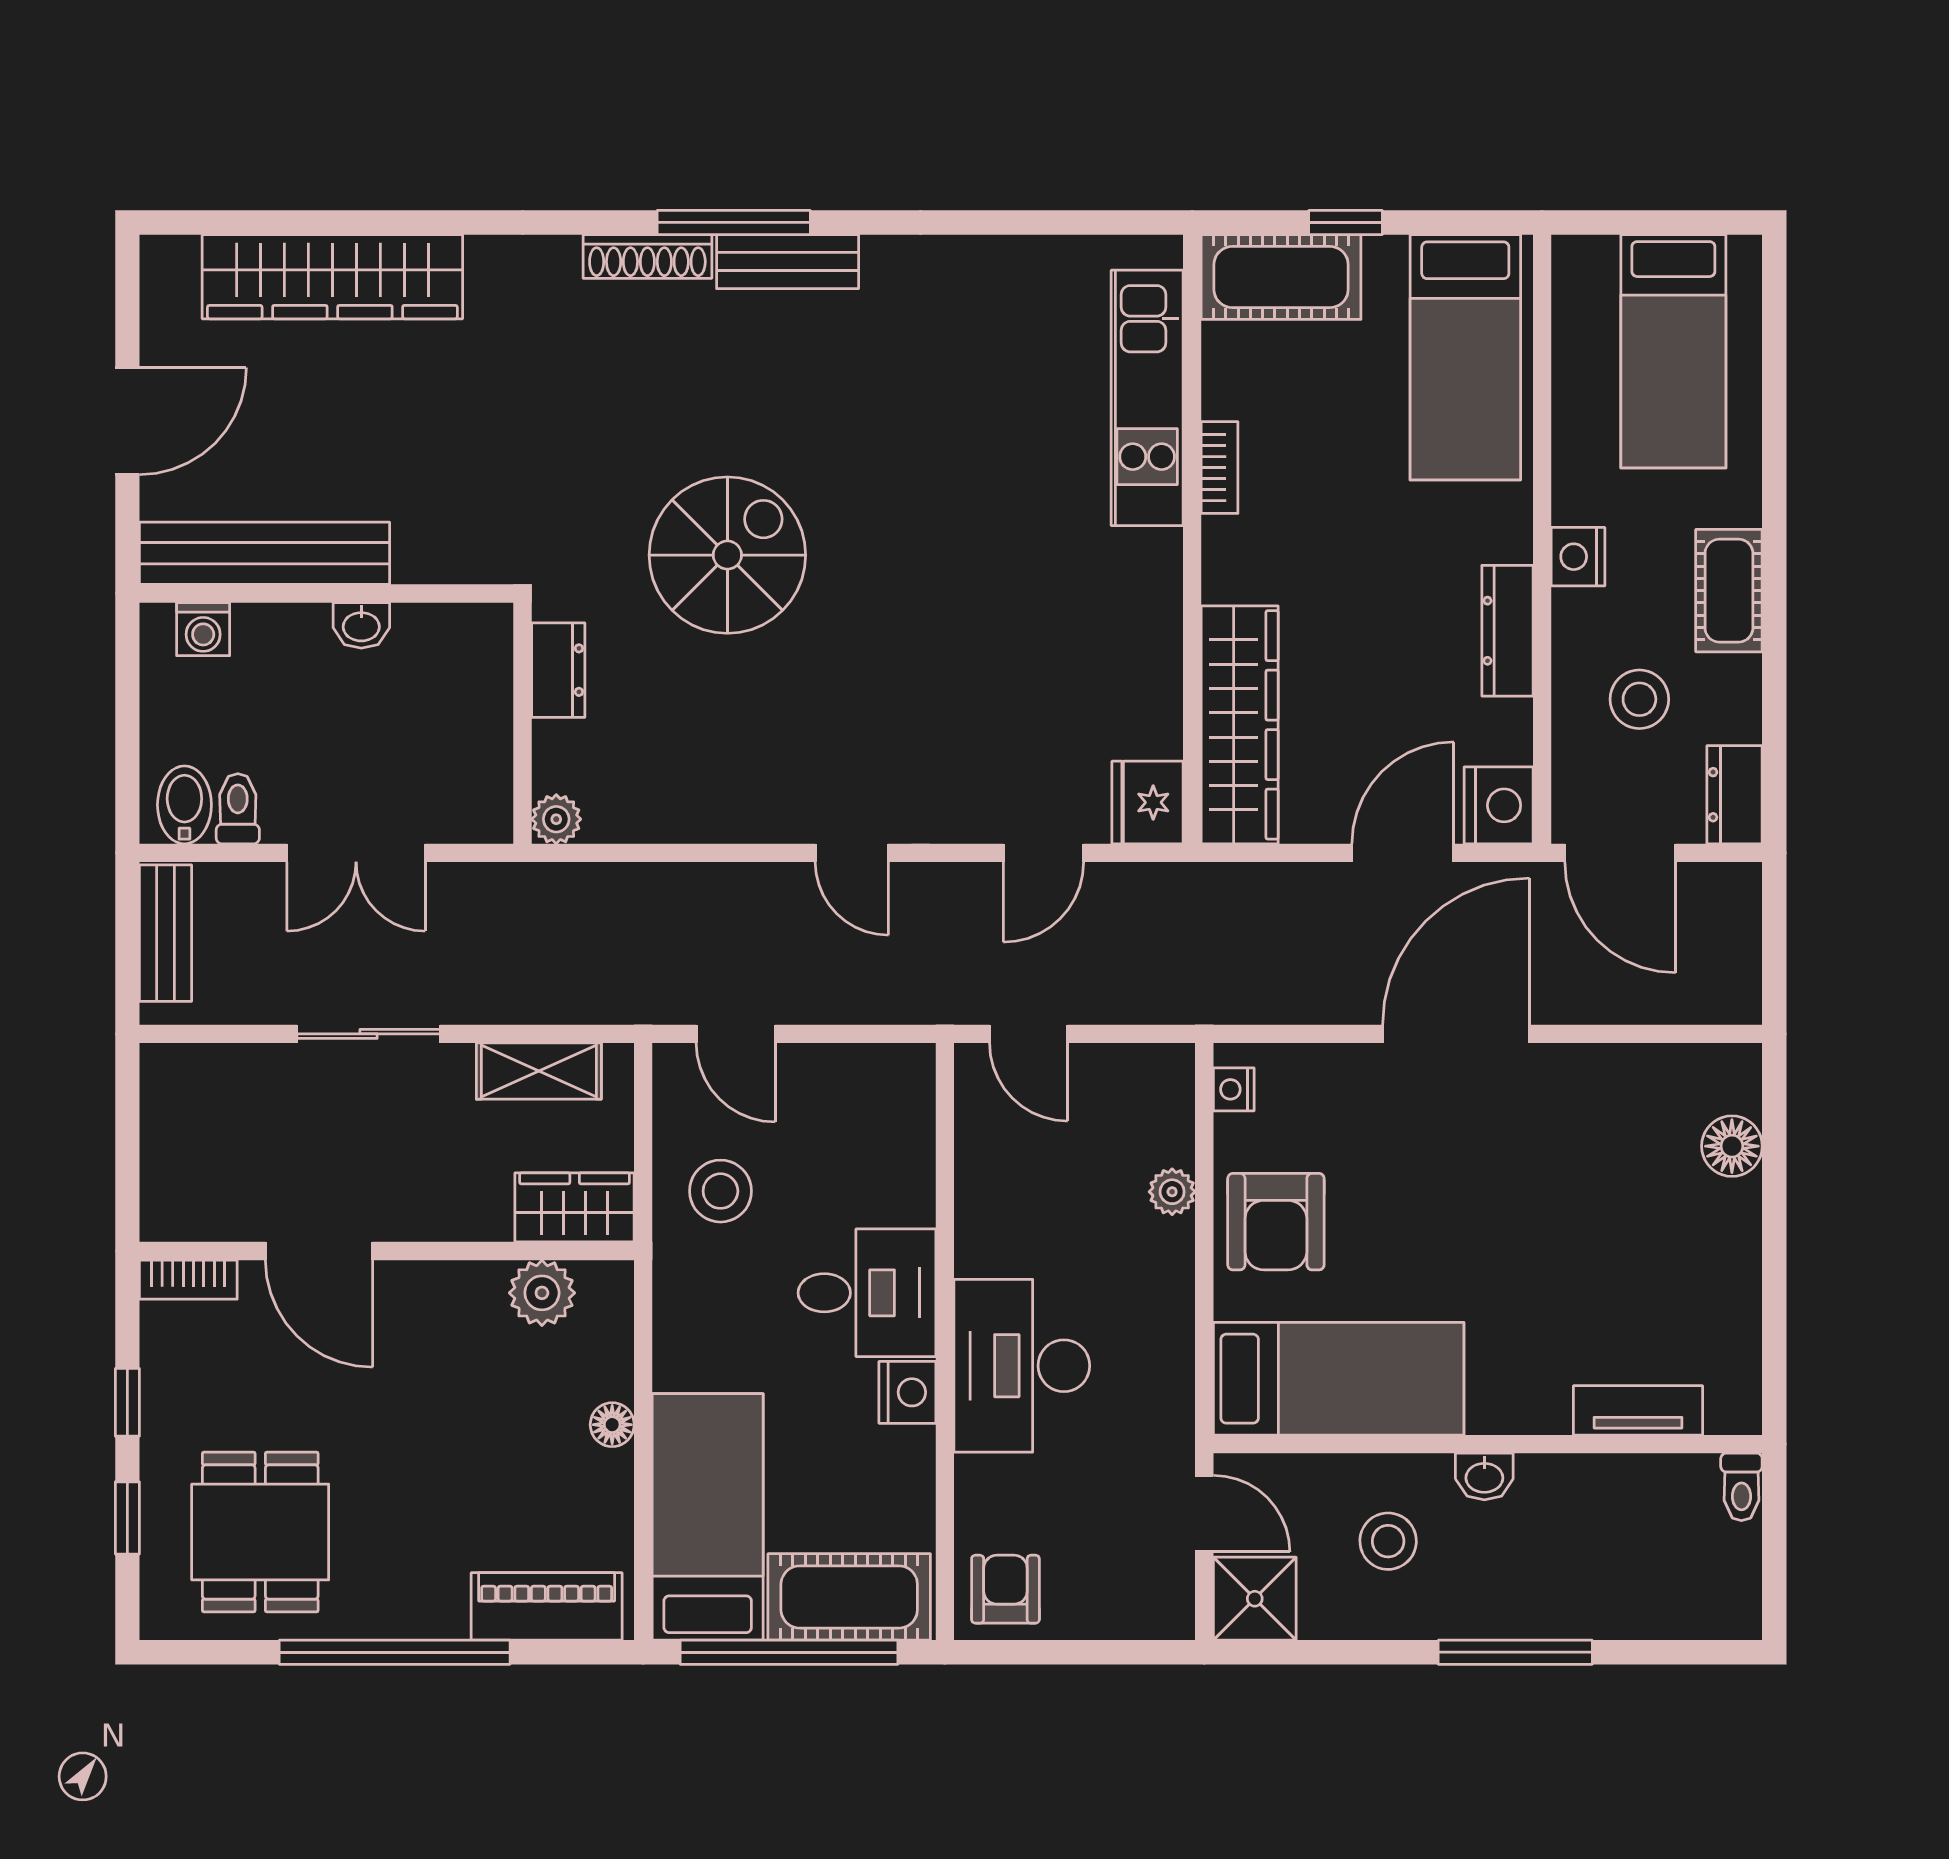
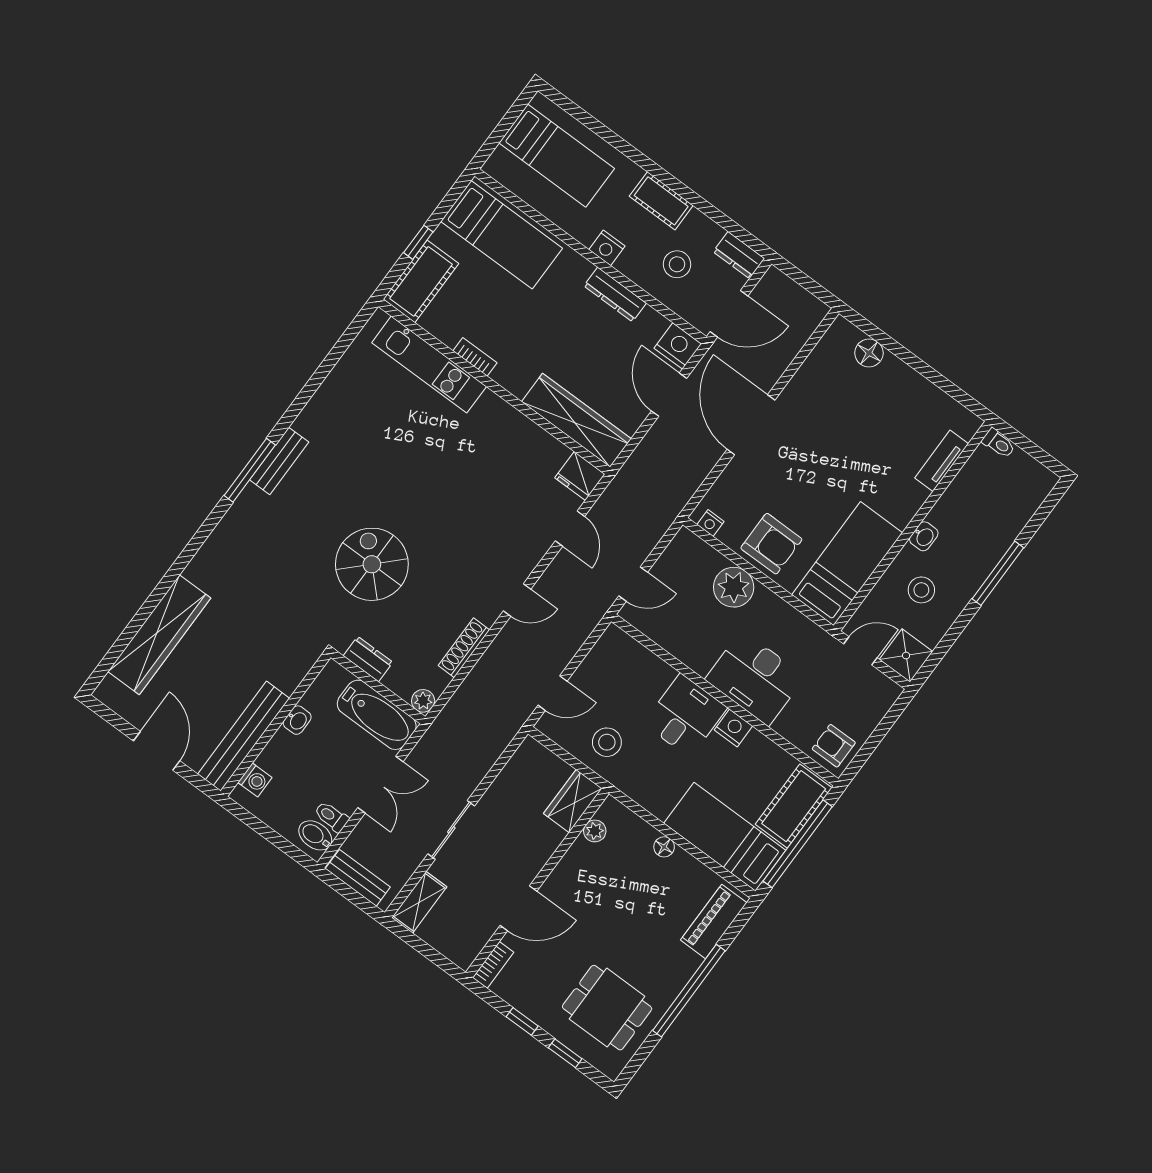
shoe rack: (647, 256) -> (464, 648), moved, turned 180
bathtub: (472, 757) -> (377, 715), added
shelving: (539, 1071) -> (419, 902), moved
plant: (1172, 1192) -> (734, 587), width x1.88, depth x1.88
plant: (542, 1293) -> (595, 831), width x0.73, depth x0.73

